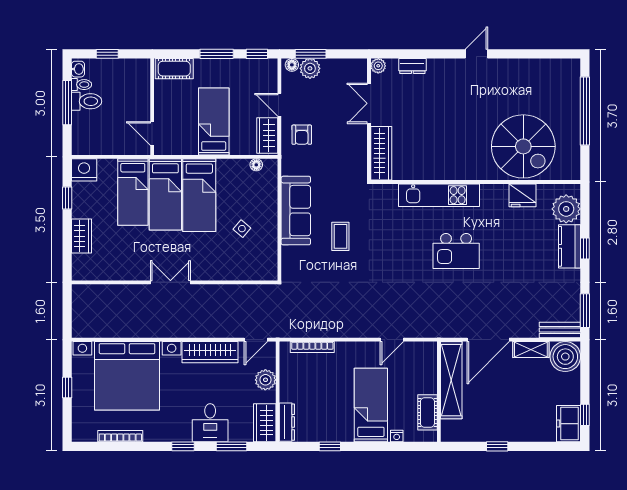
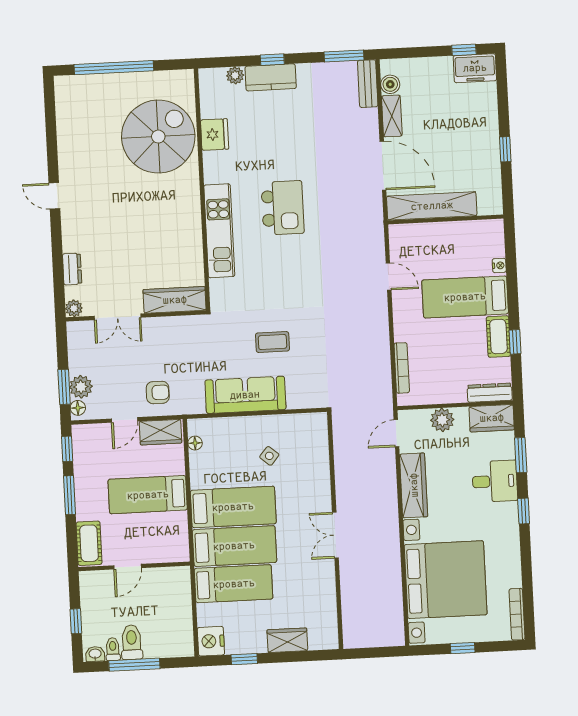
door: (152, 133) -> (128, 567), moved
plant: (566, 209) -> (235, 75), width x0.53, depth x0.53
door: (256, 340) -> (396, 433), swing flipped
boiler: (565, 357) -> (390, 84), width x0.54, depth x0.54
cot: (427, 412) -> (498, 337), moved, turned 90
bookcase: (120, 436) -> (517, 614), moved

